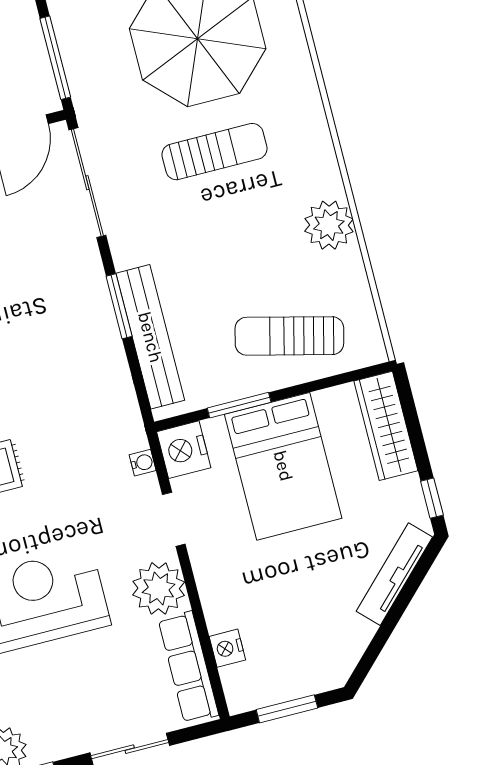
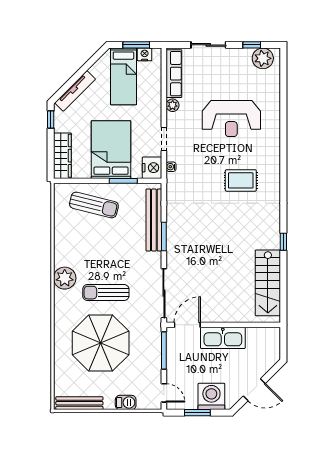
plant: (329, 225) -> (65, 278), moved
plant: (159, 588) -> (173, 105), width x0.53, depth x0.53
bed: (297, 633) -> (123, 76), added
nightstand: (227, 648) -> (145, 54), moved, turned -90

